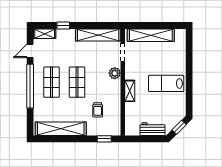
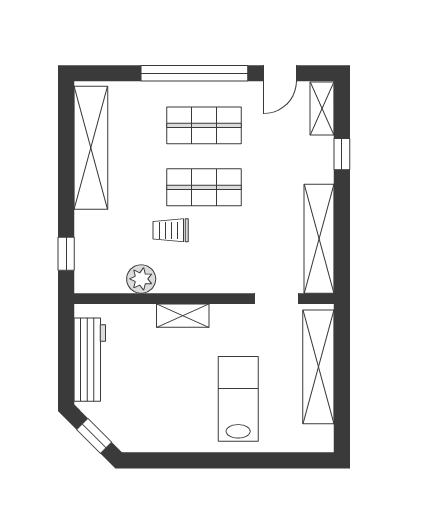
door: (30, 51) -> (280, 73), swing flipped
plant: (115, 73) -> (141, 279), moved
lab bench: (166, 83) -> (238, 399), moved
trolley: (98, 110) -> (171, 230), moved
workbench: (152, 129) -> (90, 360), width x1.38

